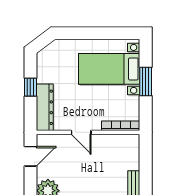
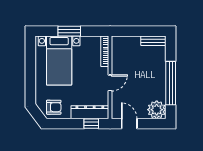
armchair: (51, 62) -> (54, 107), added
window: (30, 87) -> (91, 124), moved

